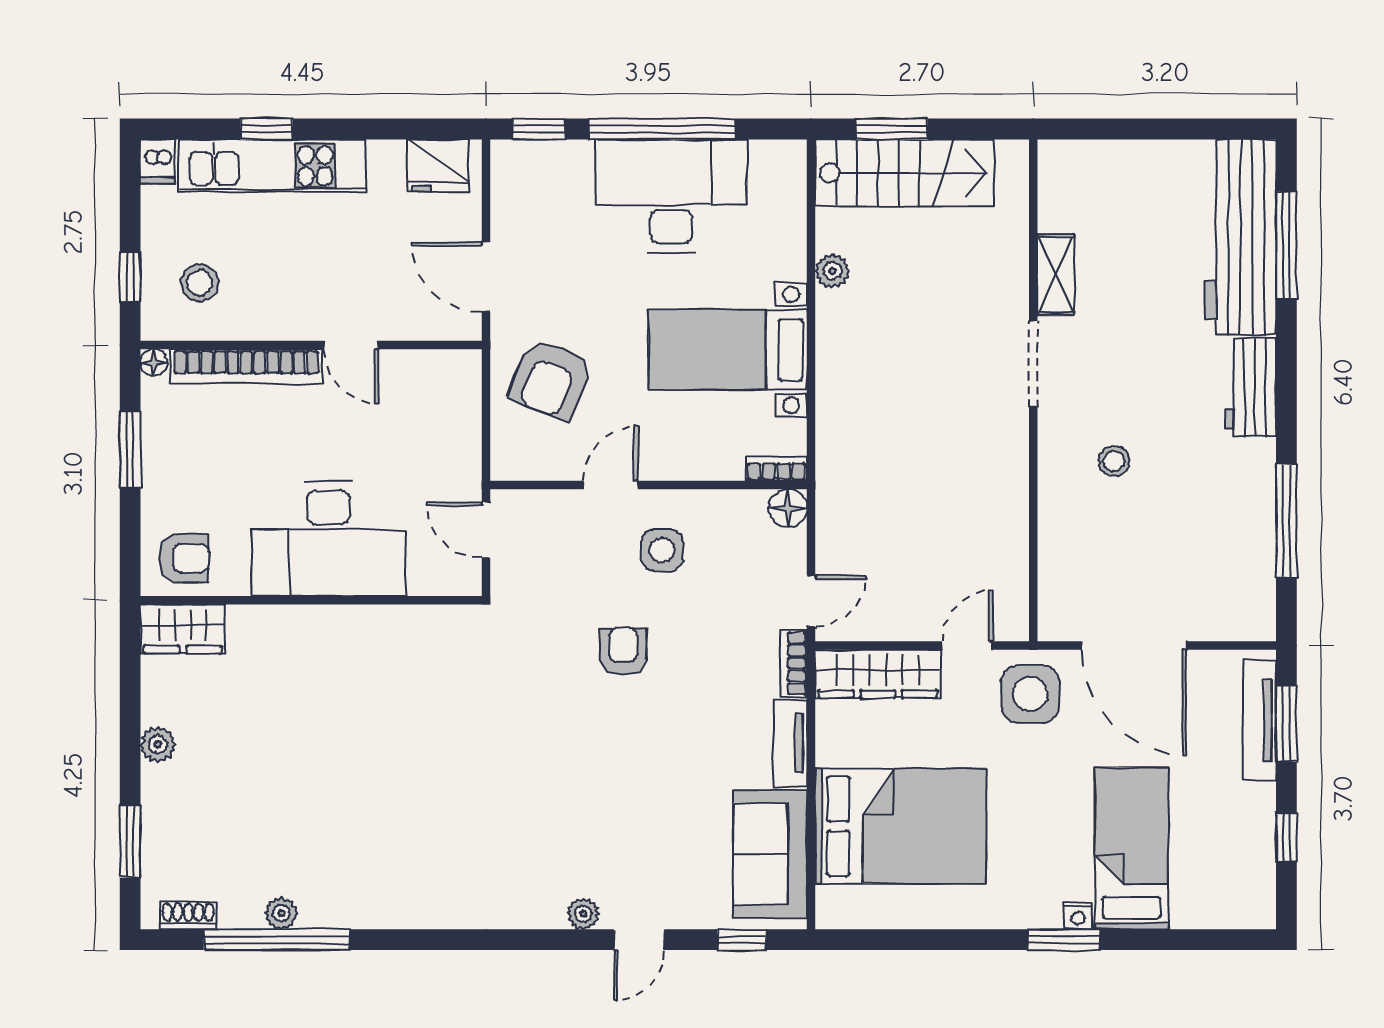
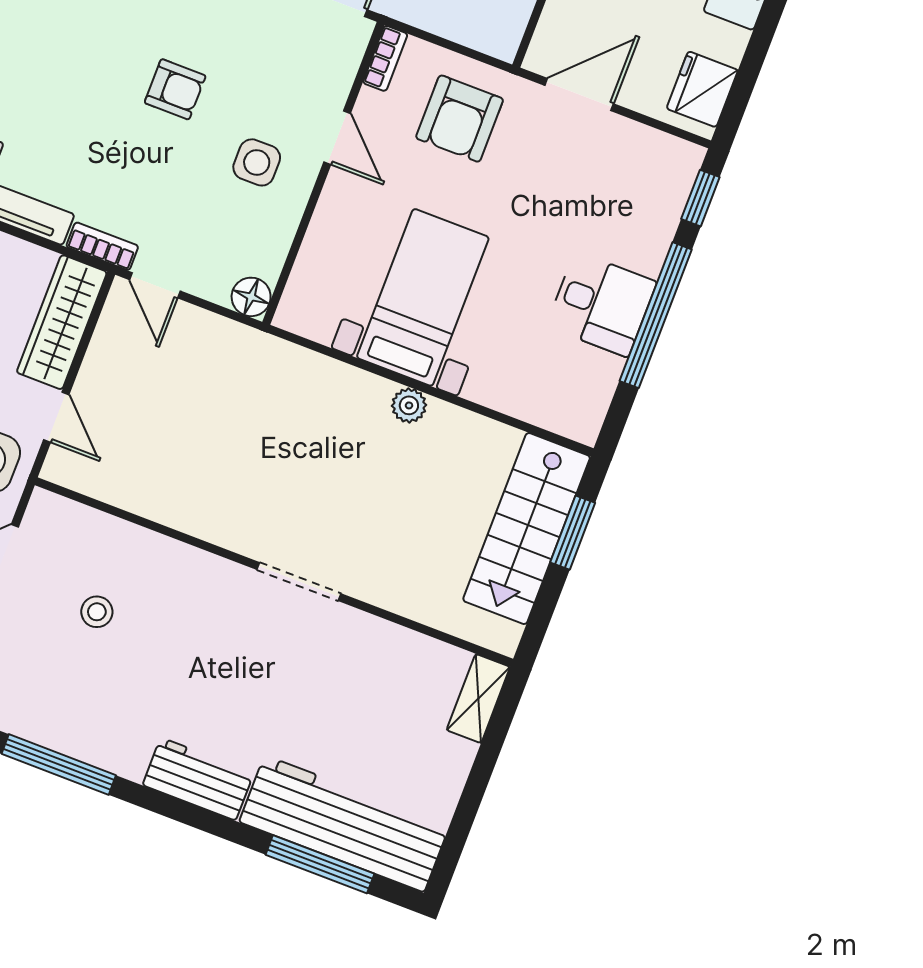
desk: (671, 196) -> (601, 304), width x0.53, depth x0.77
plant: (832, 271) -> (409, 405), moved
shelving: (1056, 275) -> (478, 699), moved, turned 90
armchair: (550, 379) -> (460, 119), turned -112
stool: (1114, 461) -> (97, 612), moved
bookcase: (776, 469) -> (385, 58), moved

